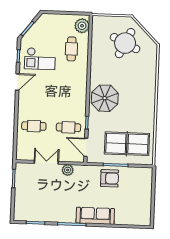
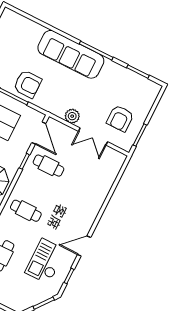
checkout: (40, 59) -> (45, 261), turned -90
cafe table: (34, 126) -> (26, 211), moved
armchair: (110, 178) -> (28, 84), turned 180
armchair: (33, 184) -> (120, 118), added
sofa: (95, 216) -> (71, 54), width x1.36, depth x1.27

